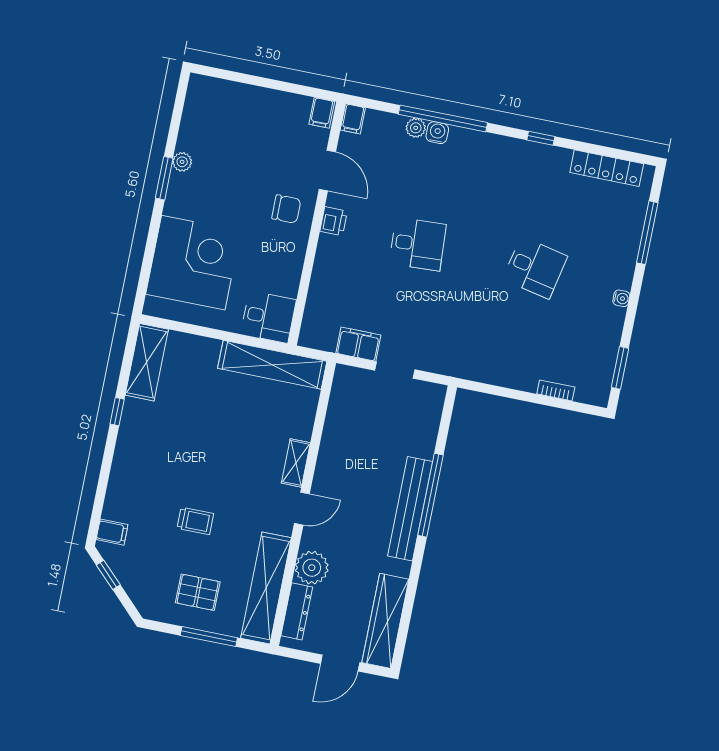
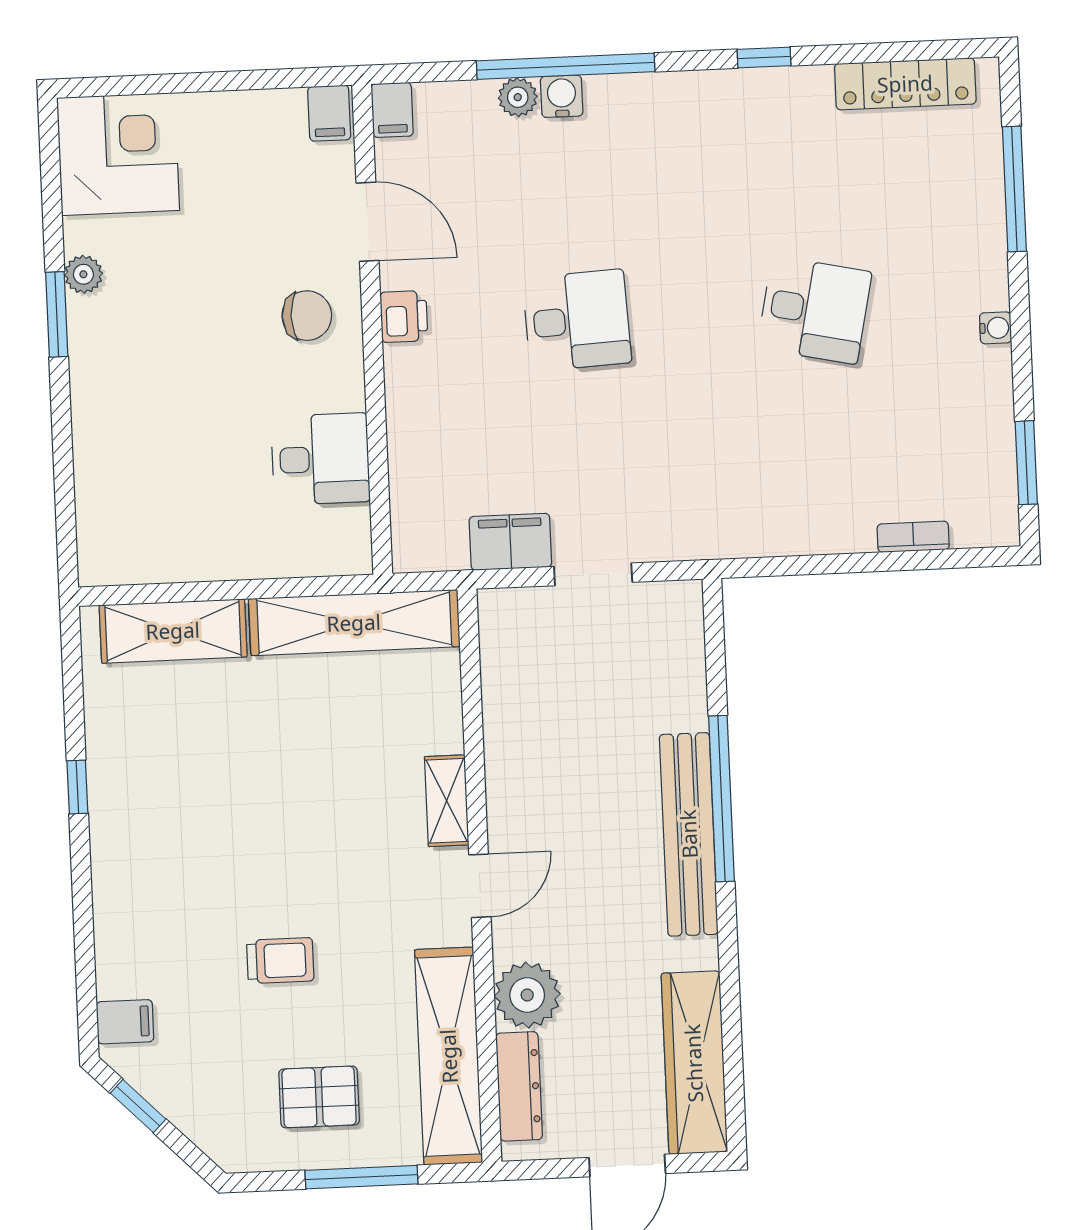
corner desk: (193, 263) -> (118, 154), moved, width x0.74, depth x0.74
desk: (268, 317) -> (321, 459), moved
shelving: (147, 362) -> (173, 631), moved, turned 90

